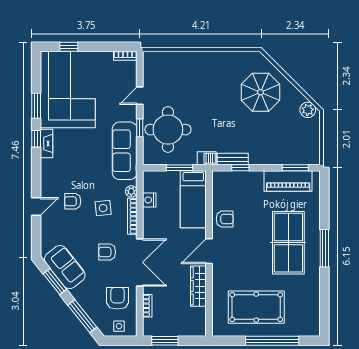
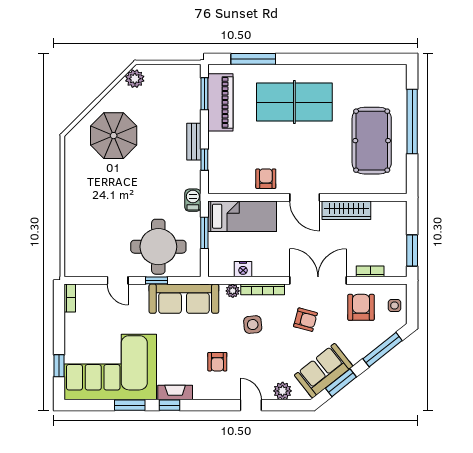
bench: (233, 159) -> (194, 142), moved
armchair: (73, 201) -> (217, 362), moved
plant: (48, 233) -> (283, 391), added
window: (324, 248) -> (253, 59), moved
armchair: (107, 252) -> (305, 320), turned -75
armchair: (117, 298) -> (361, 307), turned 90

